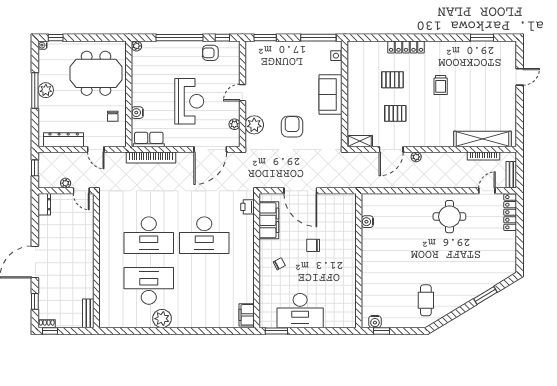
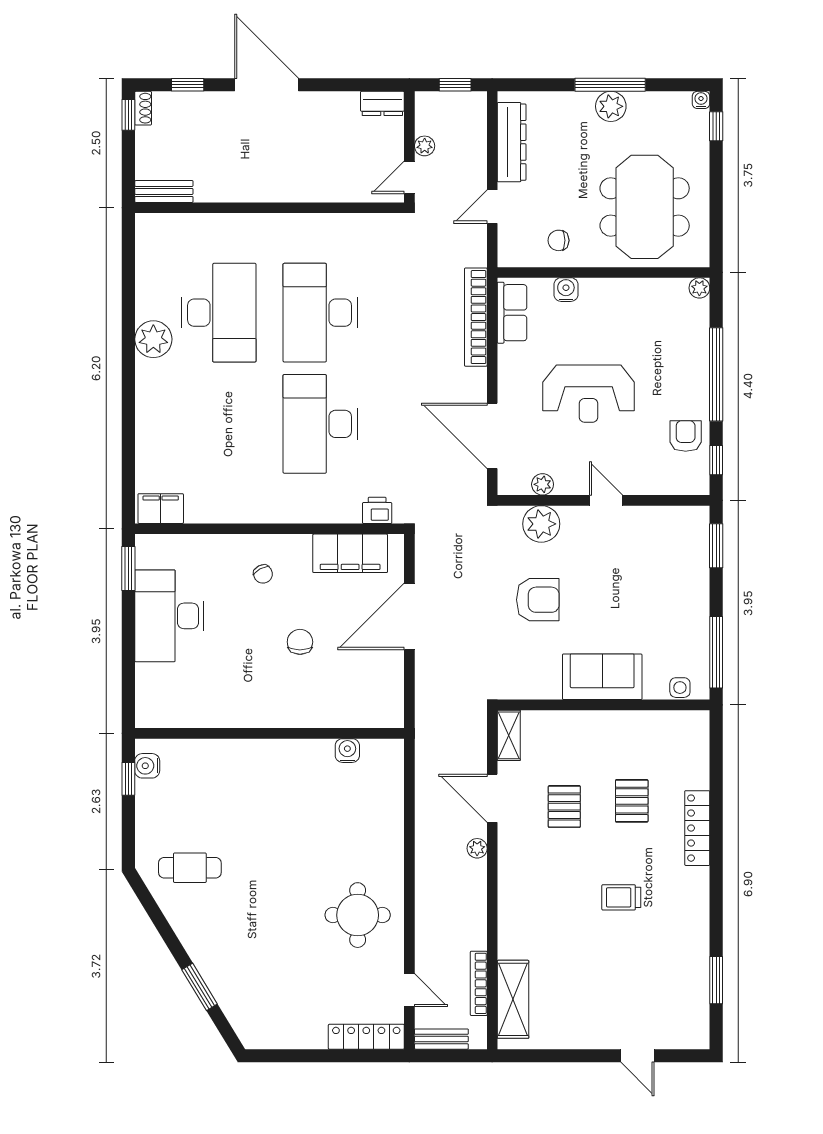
shelving: (482, 139) -> (513, 999), width x0.68

